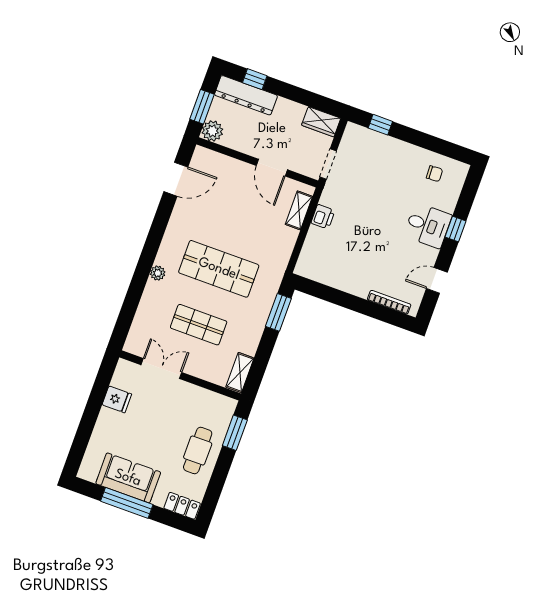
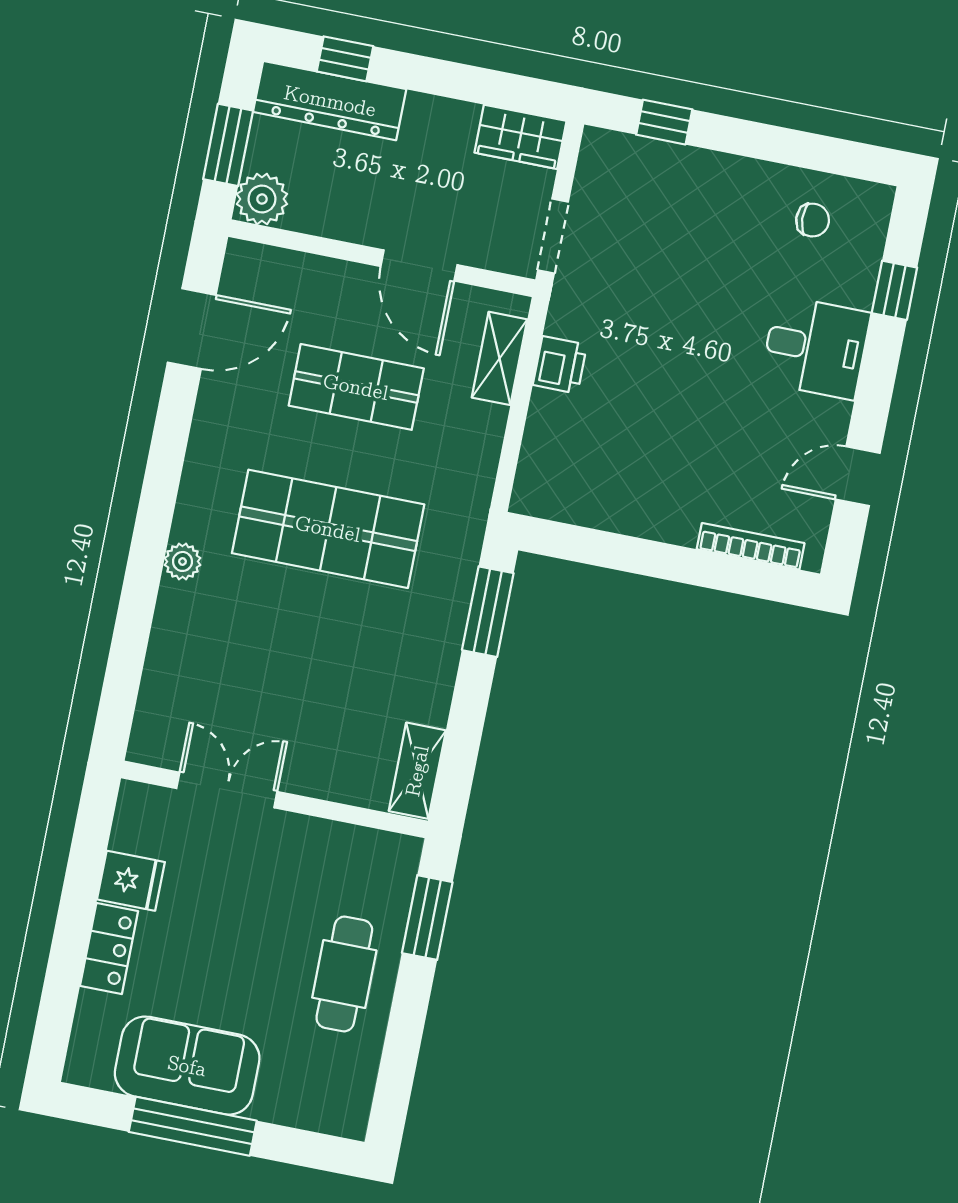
window: (455, 229) -> (894, 290), moved
shop shelf: (199, 325) -> (356, 387), moved
locker: (182, 506) -> (109, 948), moved, turned 90

